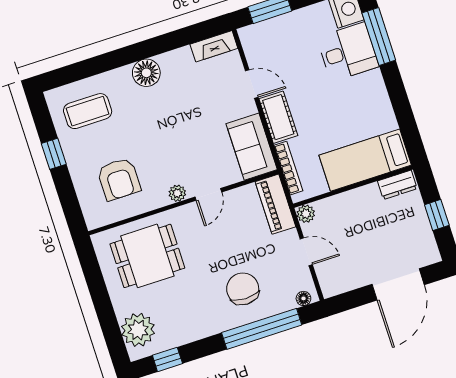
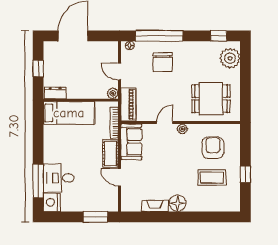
fireplace: (214, 46) -> (155, 206), moved
coffee table: (88, 111) -> (212, 177), moved

